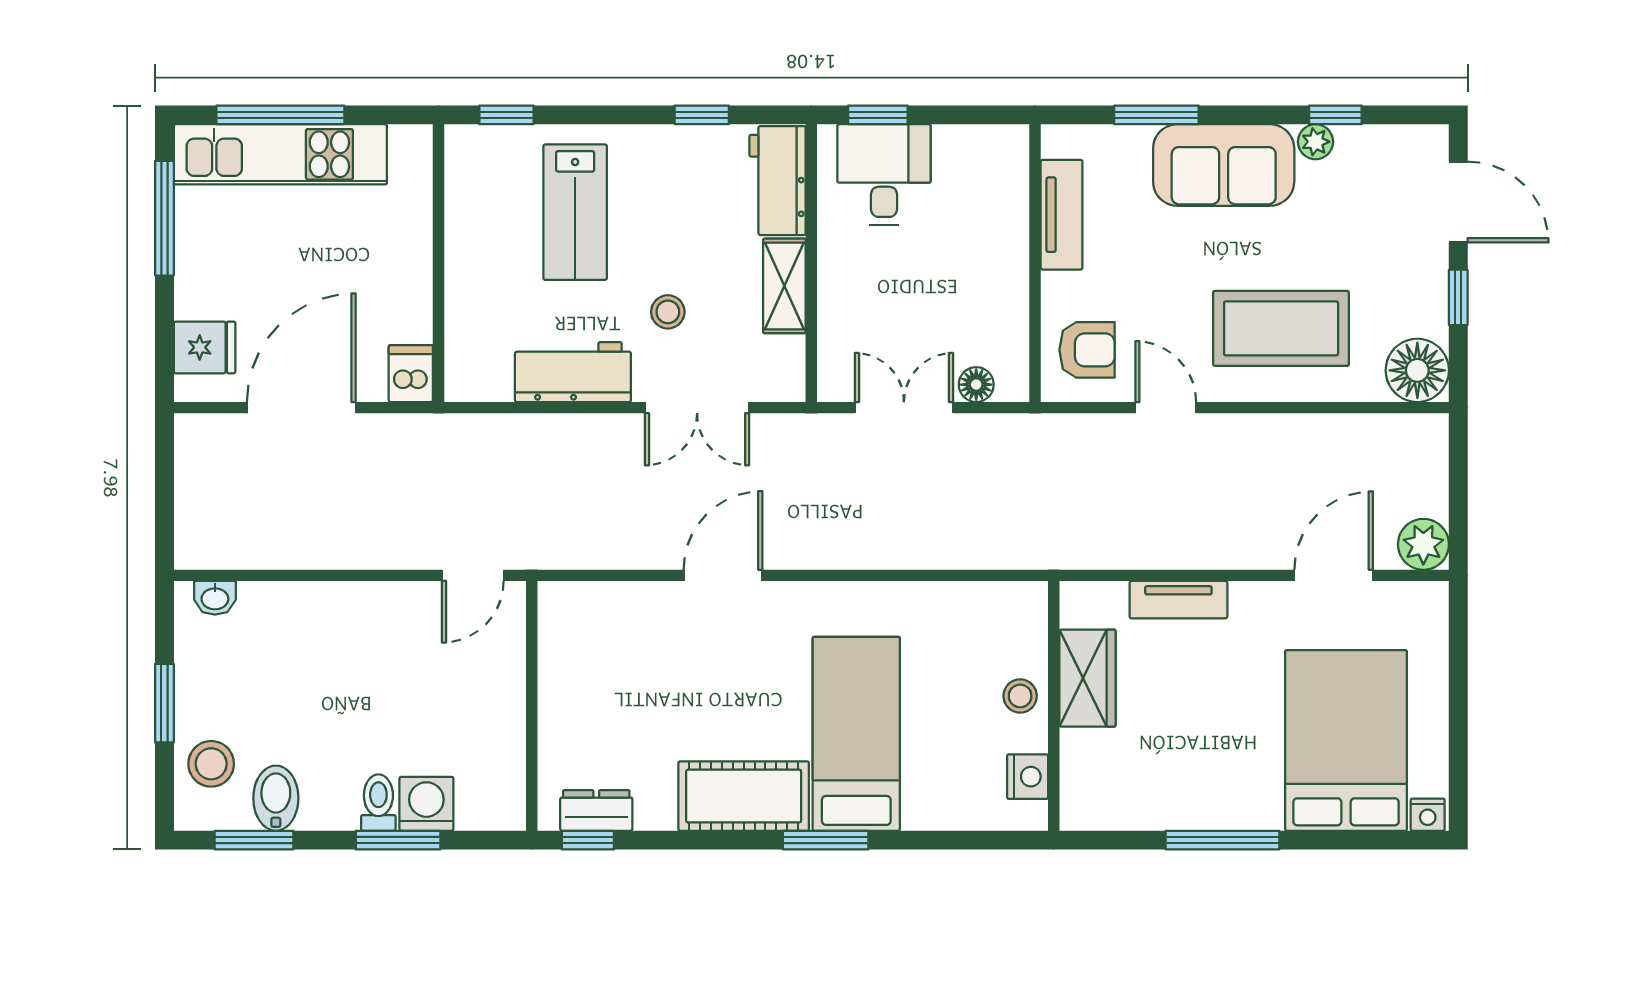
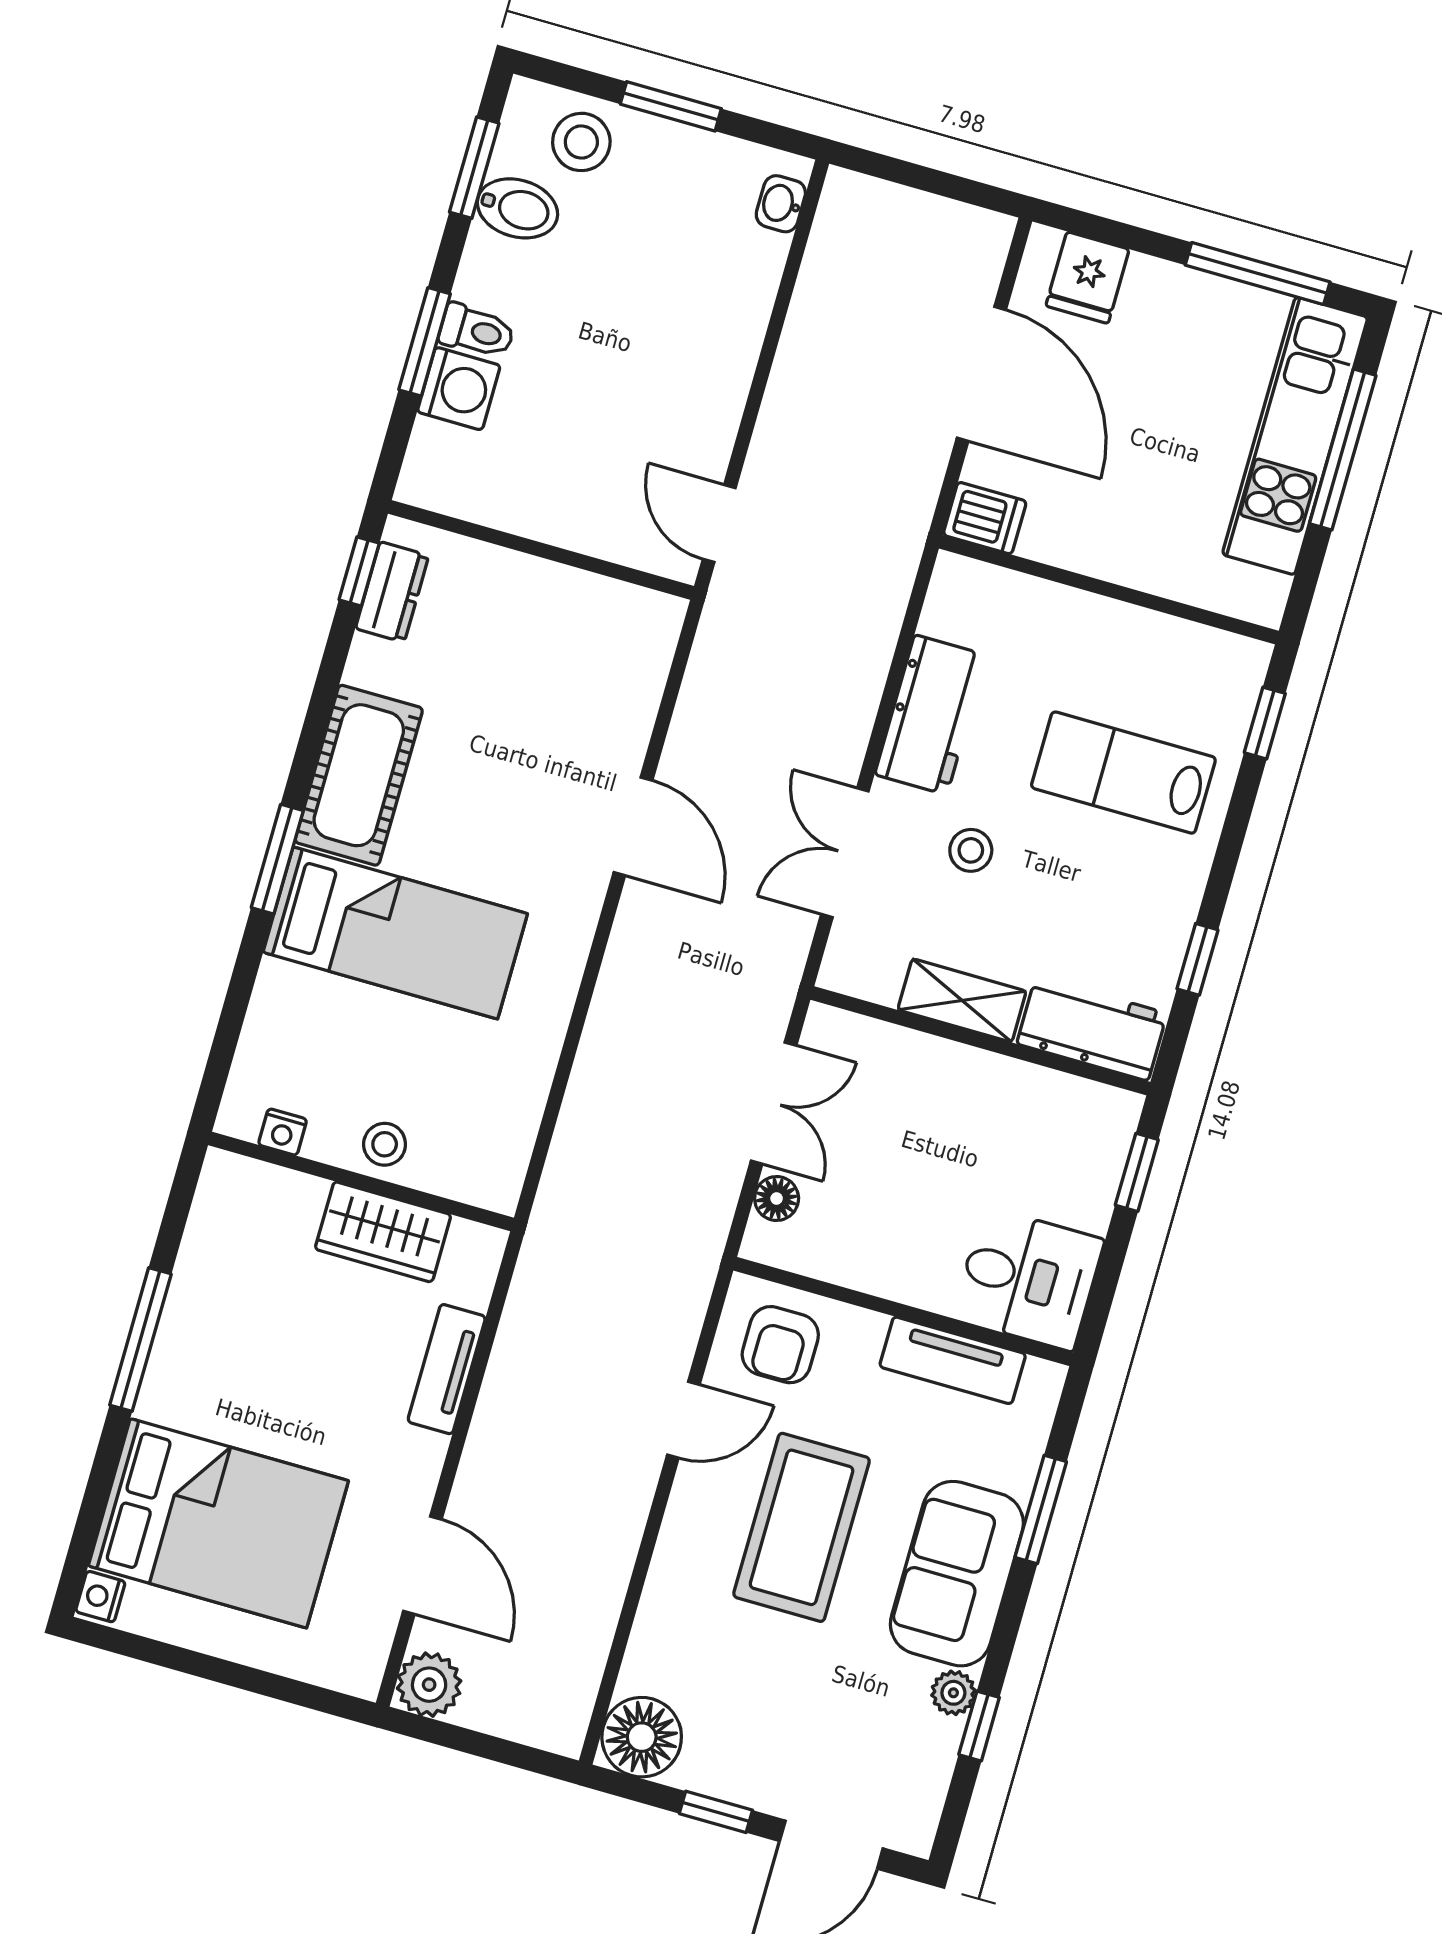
desk: (884, 175) -> (1028, 1279), moved
coffee table: (1281, 328) -> (802, 1527), moved
nightstand: (1028, 777) -> (283, 1132), width x0.72, depth x0.74

